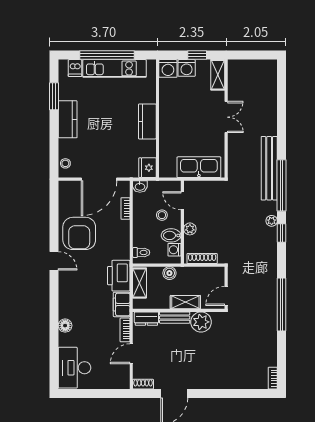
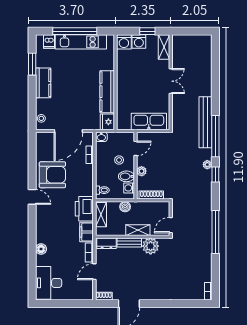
kitchen counter: (147, 121) -> (107, 92), width x1.50
door: (182, 201) -> (135, 148), swing flipped
armchair: (79, 233) -> (52, 175), turned -90

